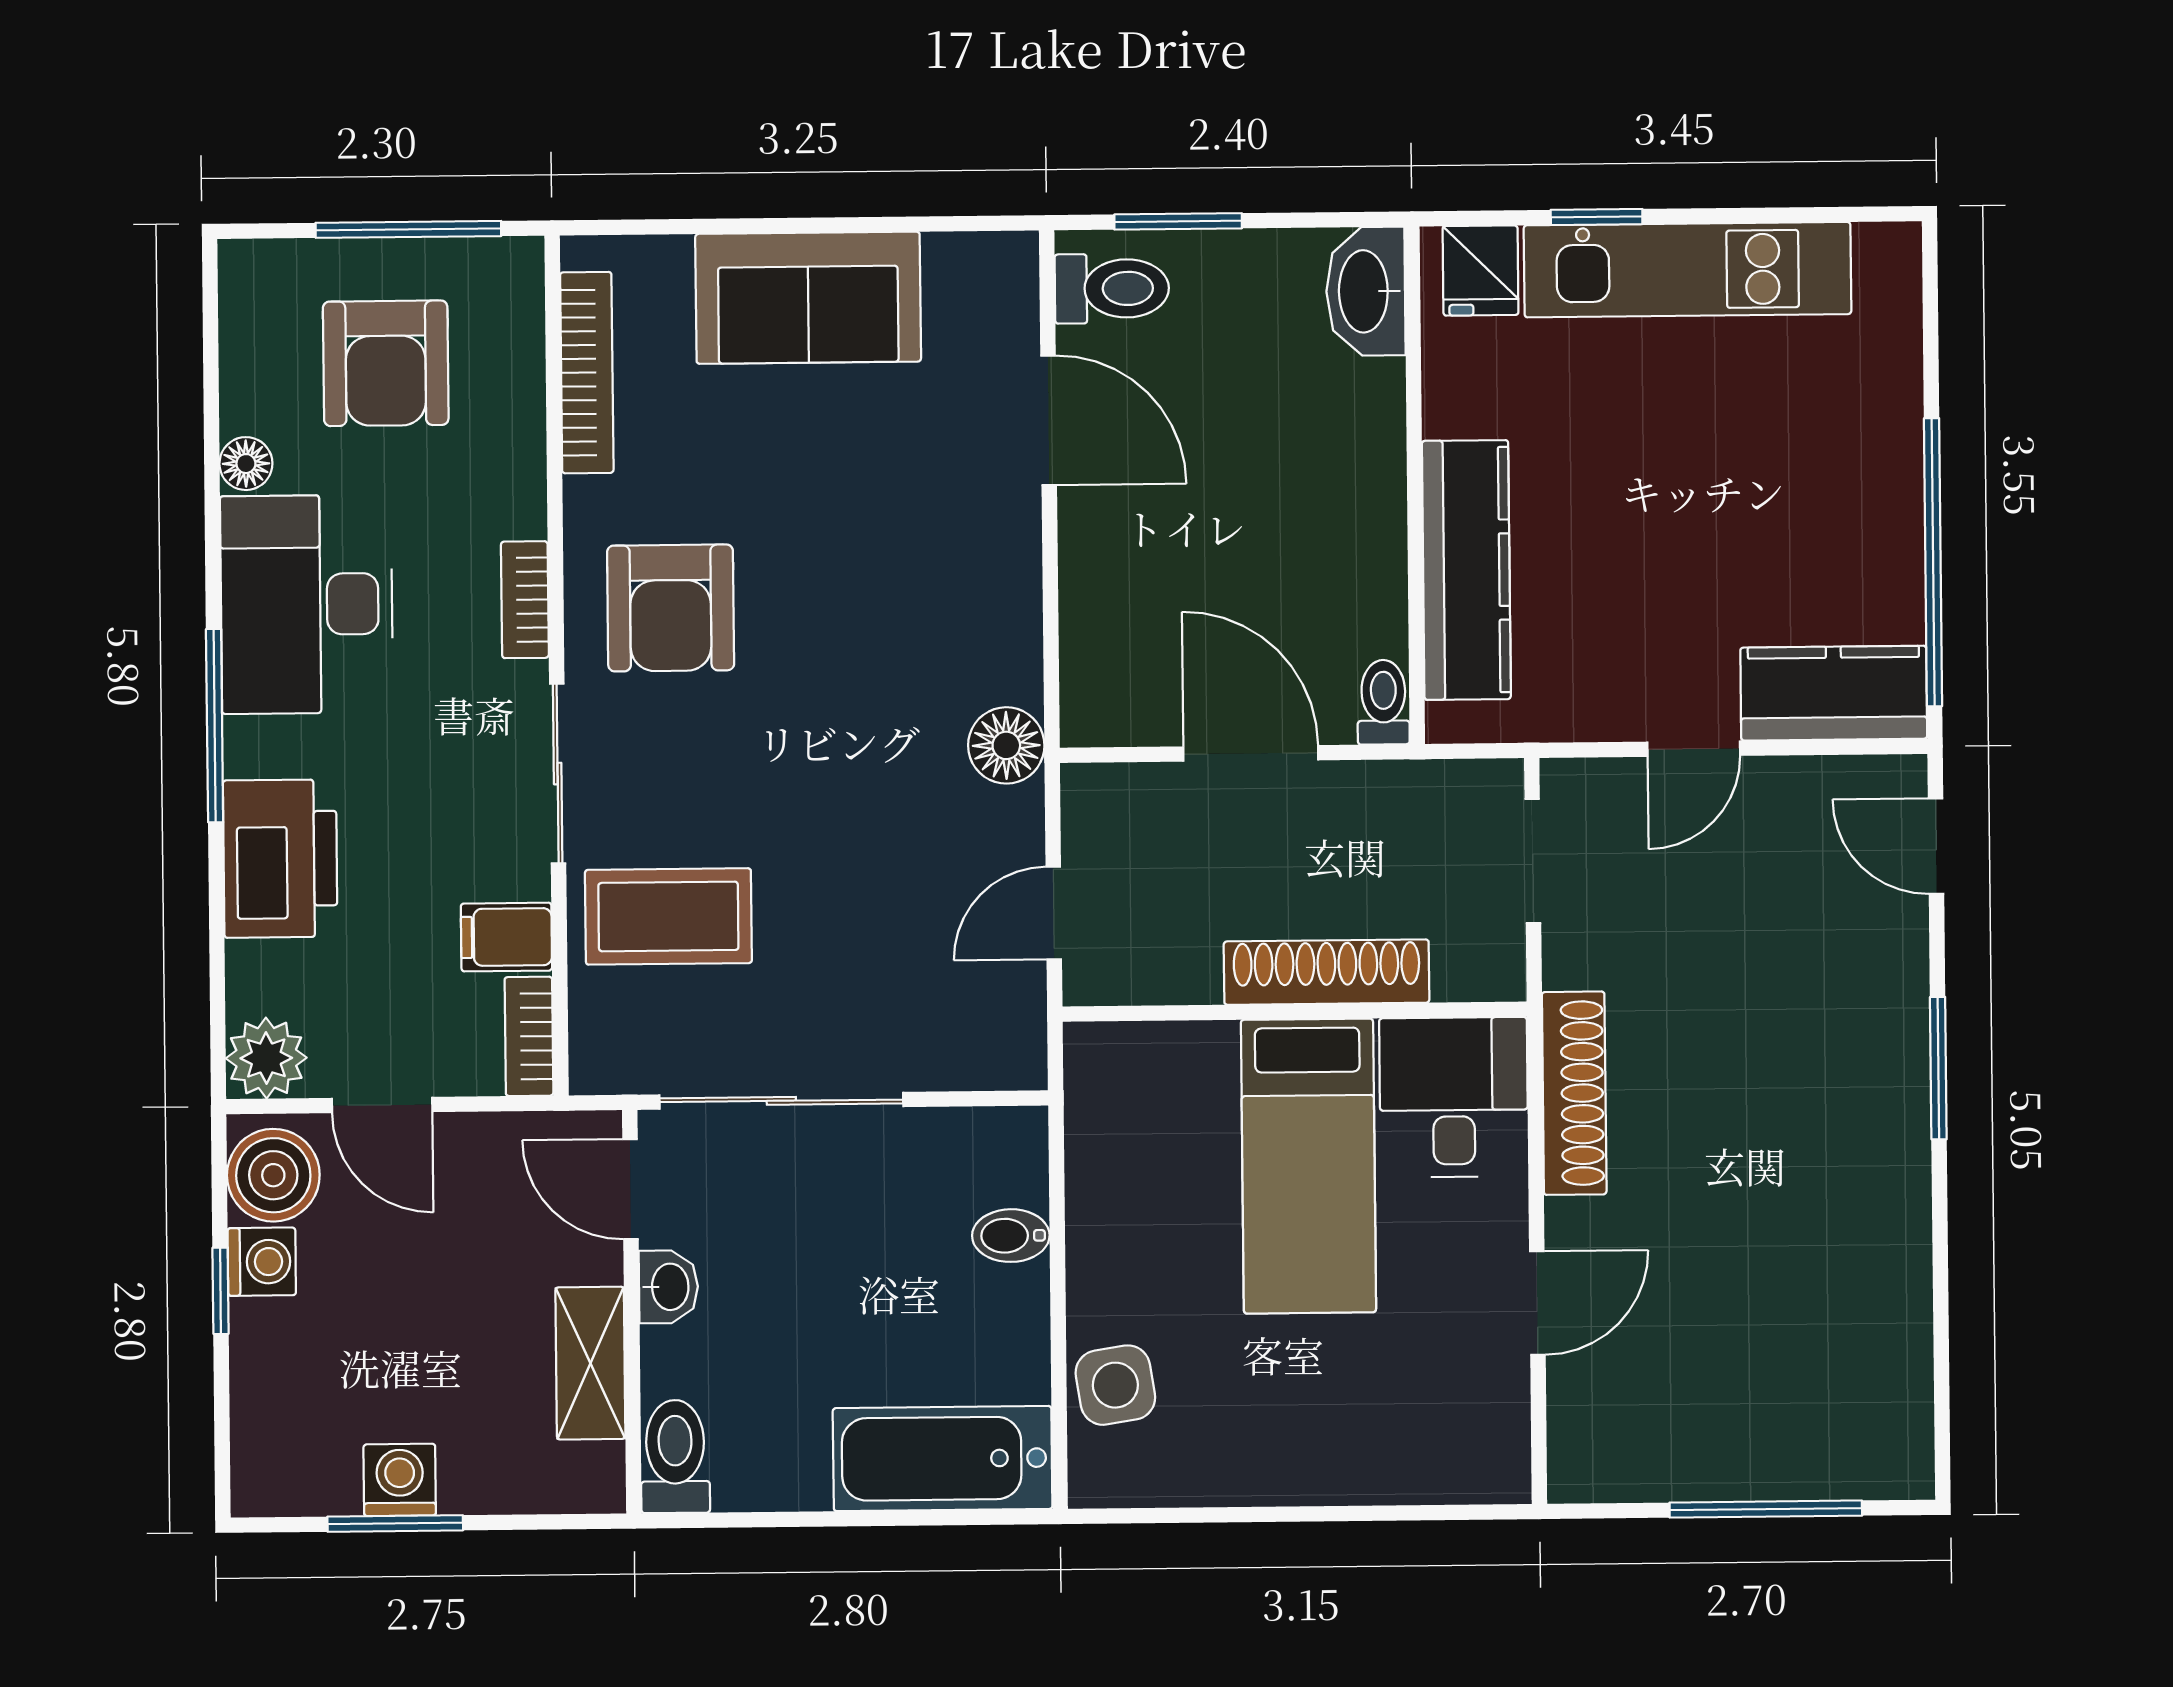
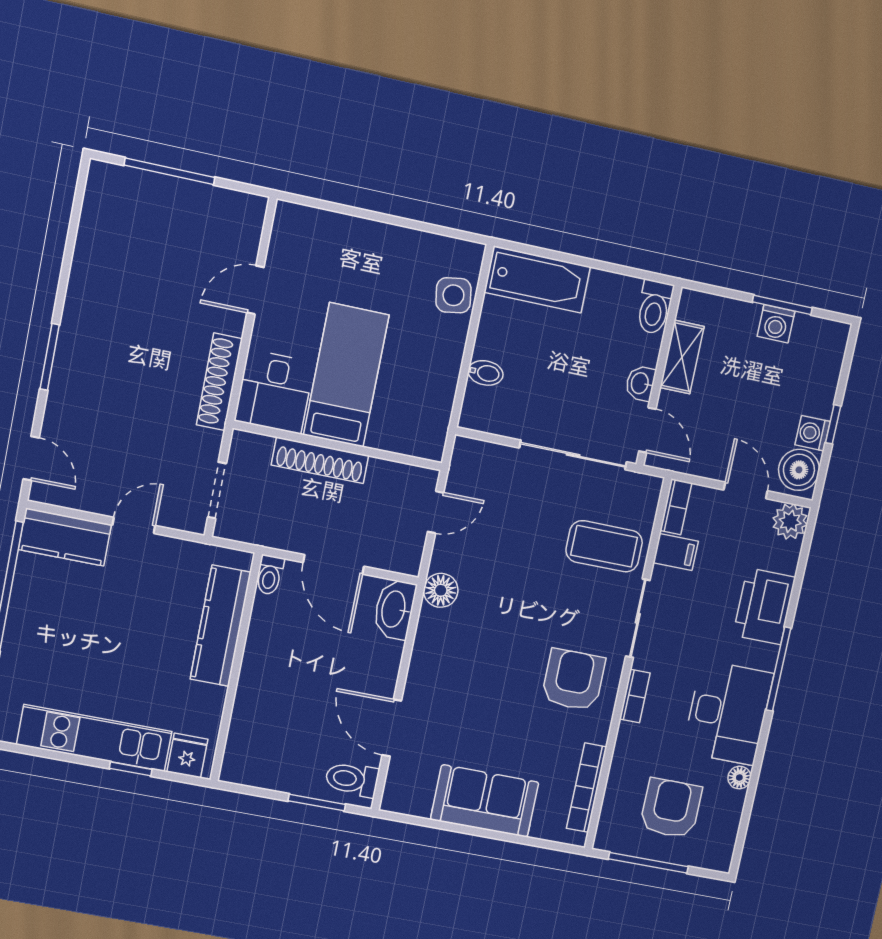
washbasin: (1366, 291) -> (394, 609), moved, turned 180

